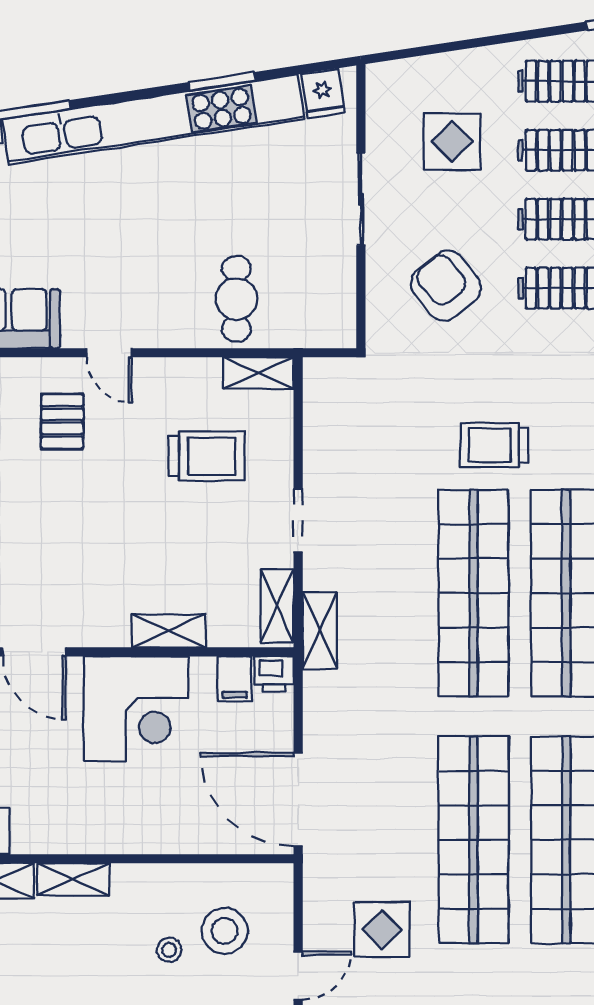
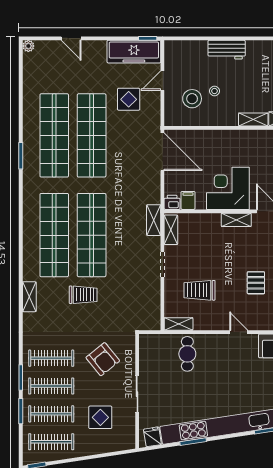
pallet: (62, 421) -> (256, 283), moved
shelving: (169, 631) -> (236, 220), moved

